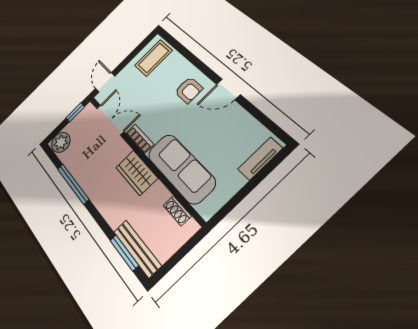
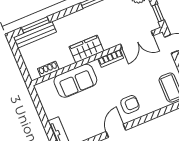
armchair: (189, 90) -> (130, 104), turned 180
sofa: (181, 168) -> (75, 81), width x0.73

